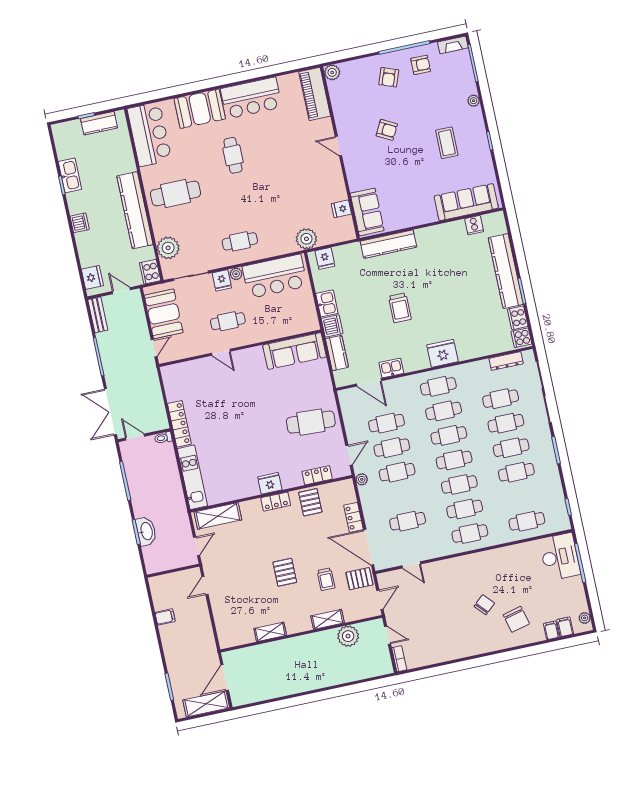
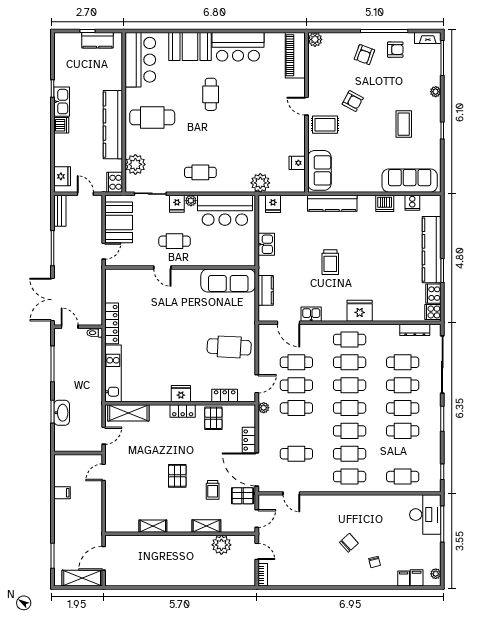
rug: (363, 162) -> (325, 125), added
kitchen sink: (70, 175) -> (62, 102), moved
dishwasher: (332, 326) -> (385, 203), moved, turned 90
chair: (516, 619) -> (375, 562), width x0.54, depth x0.54

